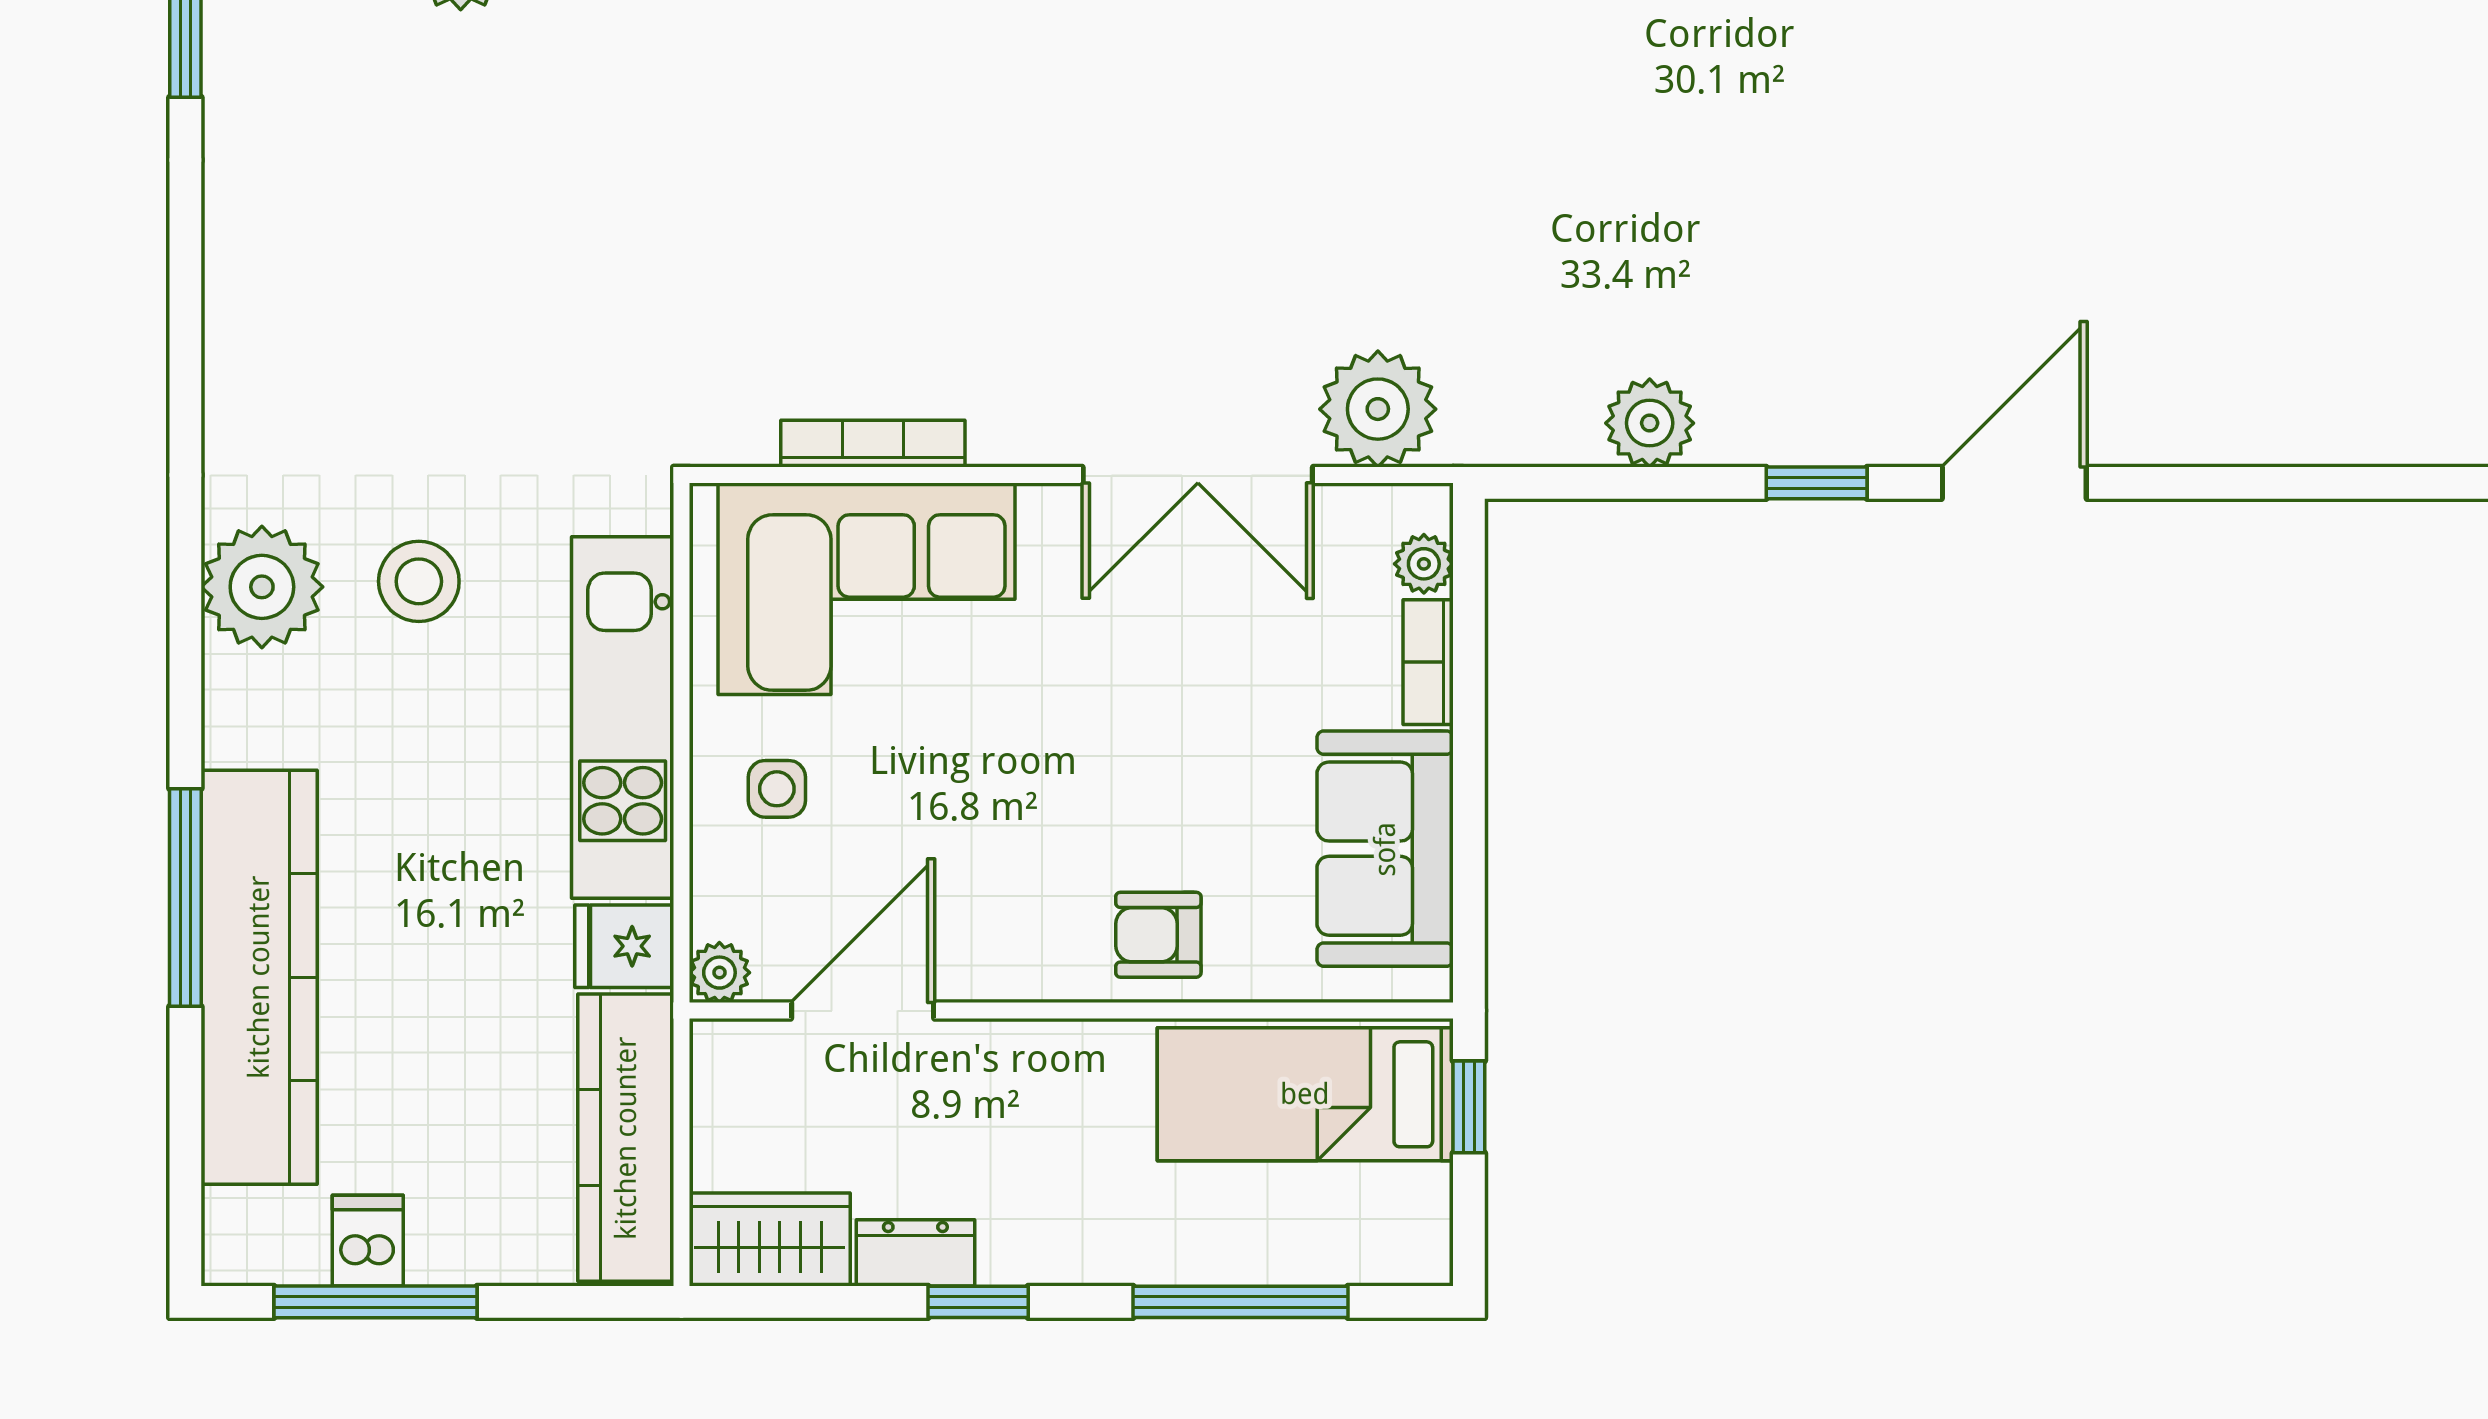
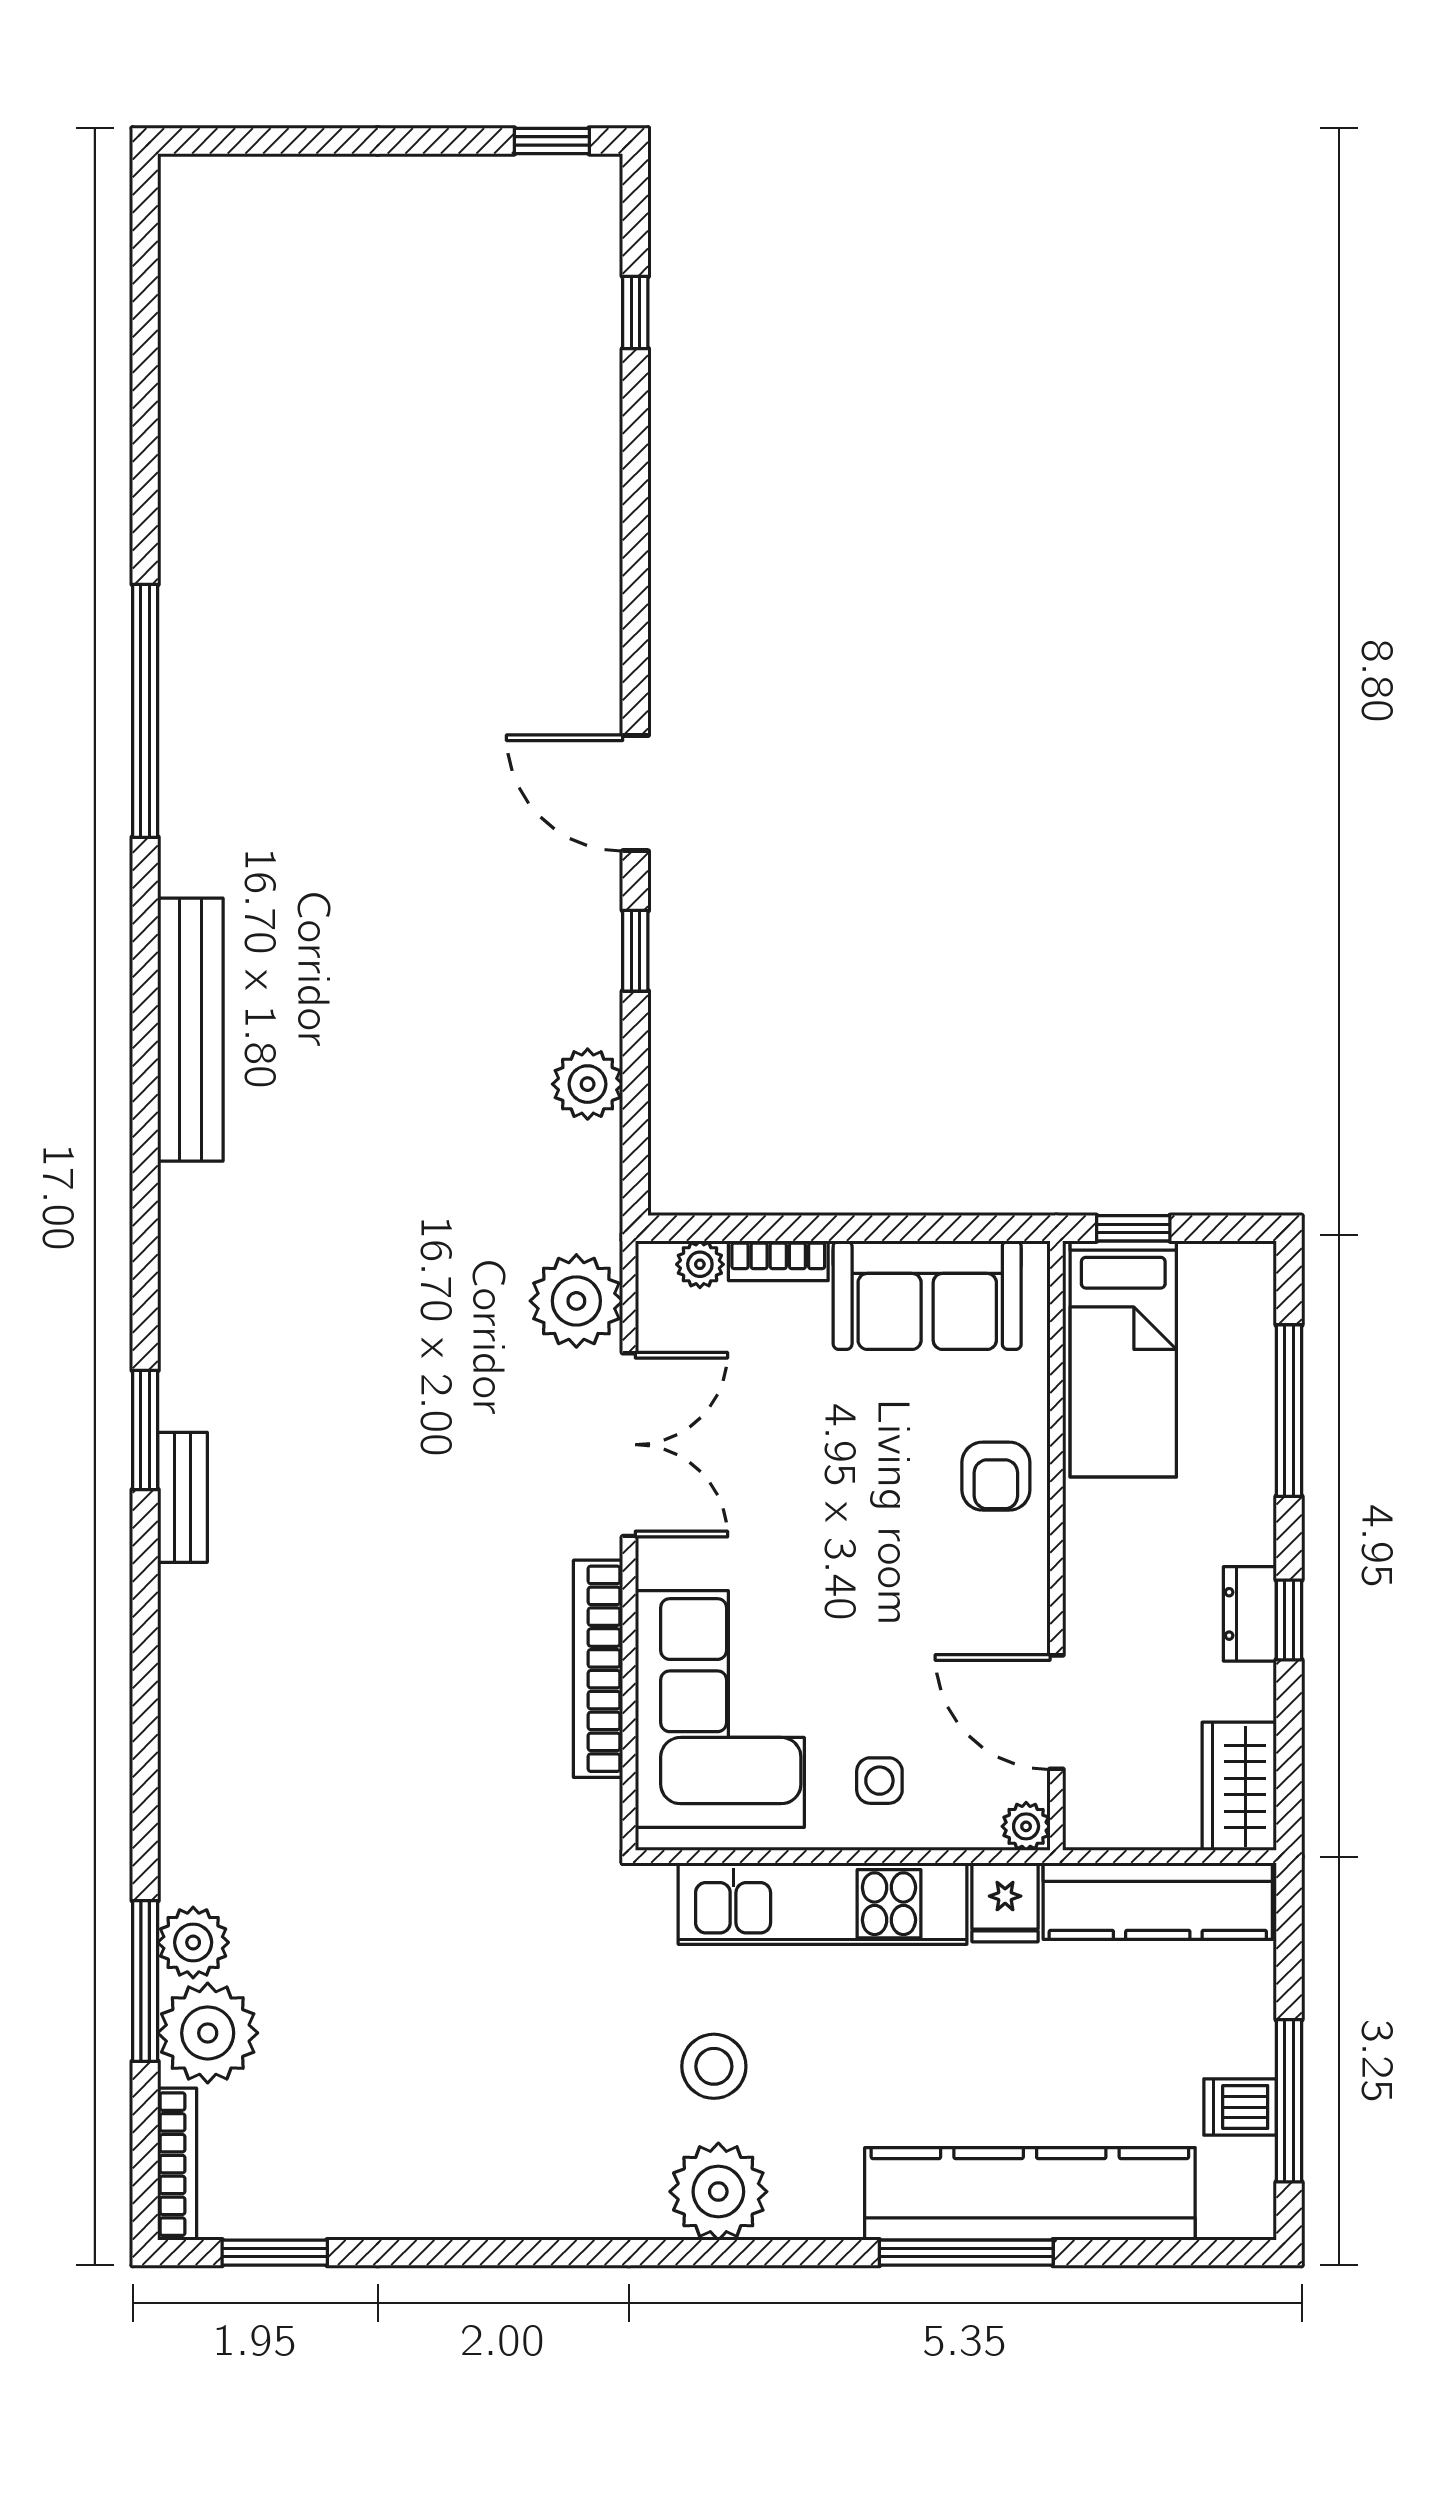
bookcase: (873, 444) -> (598, 1669), width x1.48, depth x1.31
dresser: (915, 1253) -> (1250, 1614), moved

